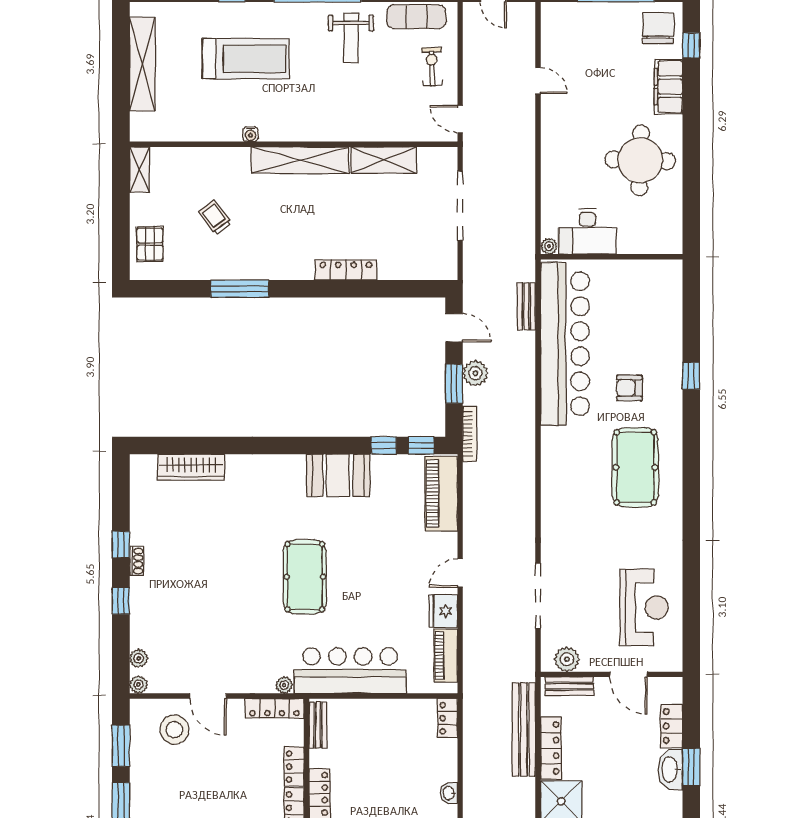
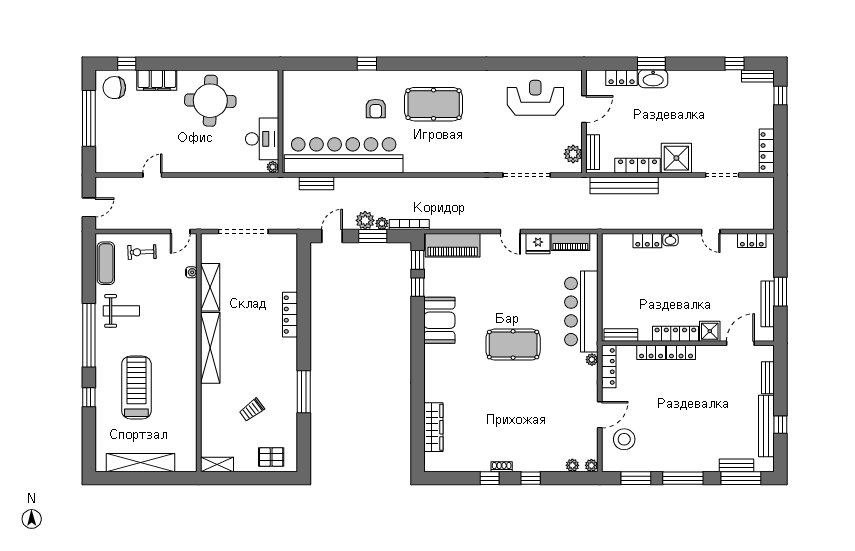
water cooler: (250, 134) -> (191, 272), moved
plant: (471, 396) -> (382, 223), added
locker: (448, 718) -> (647, 241), moved

